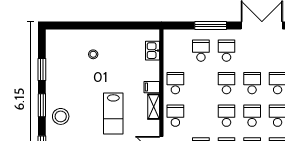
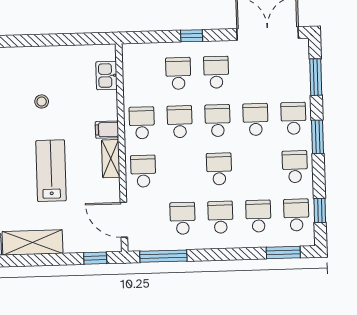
window: (211, 25) -> (192, 36), width x0.46
stool: (93, 54) -> (42, 101), moved
lab bench: (113, 114) -> (51, 171), turned 180
school desk: (252, 116) -> (180, 122), moved

